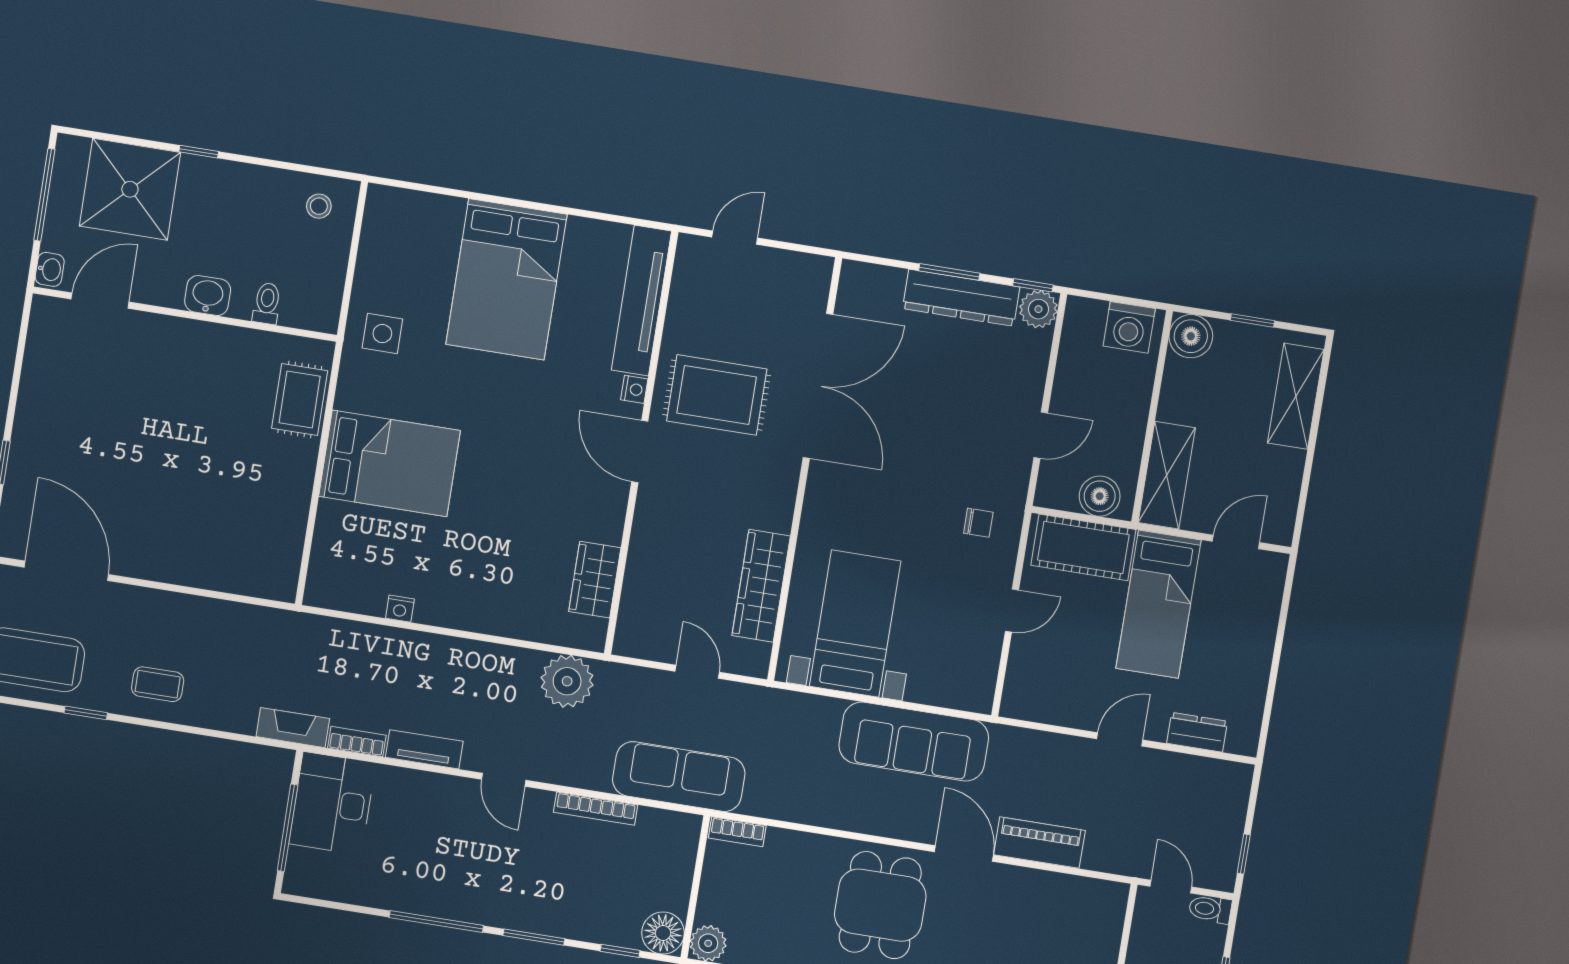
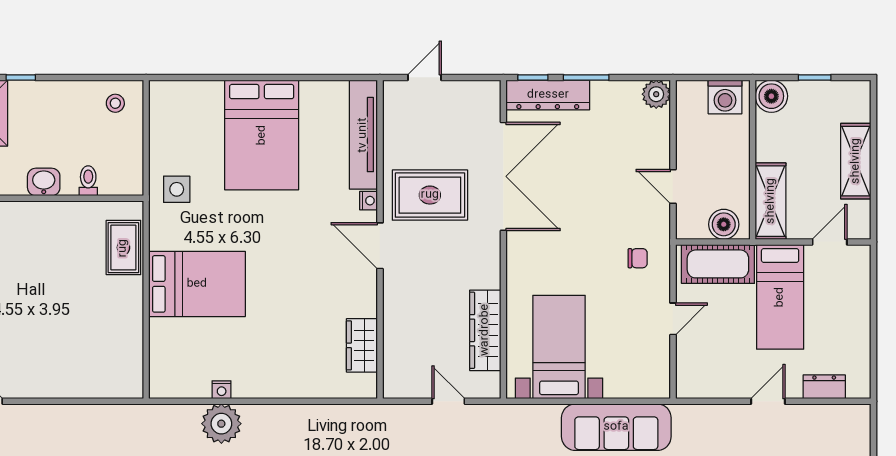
window: (1033, 285) -> (533, 77), moved
dresser: (961, 298) -> (548, 95), moved
shelving: (1296, 396) -> (856, 161), moved
door: (1041, 435) -> (673, 186), swing flipped
plant: (567, 681) -> (221, 424), moved

